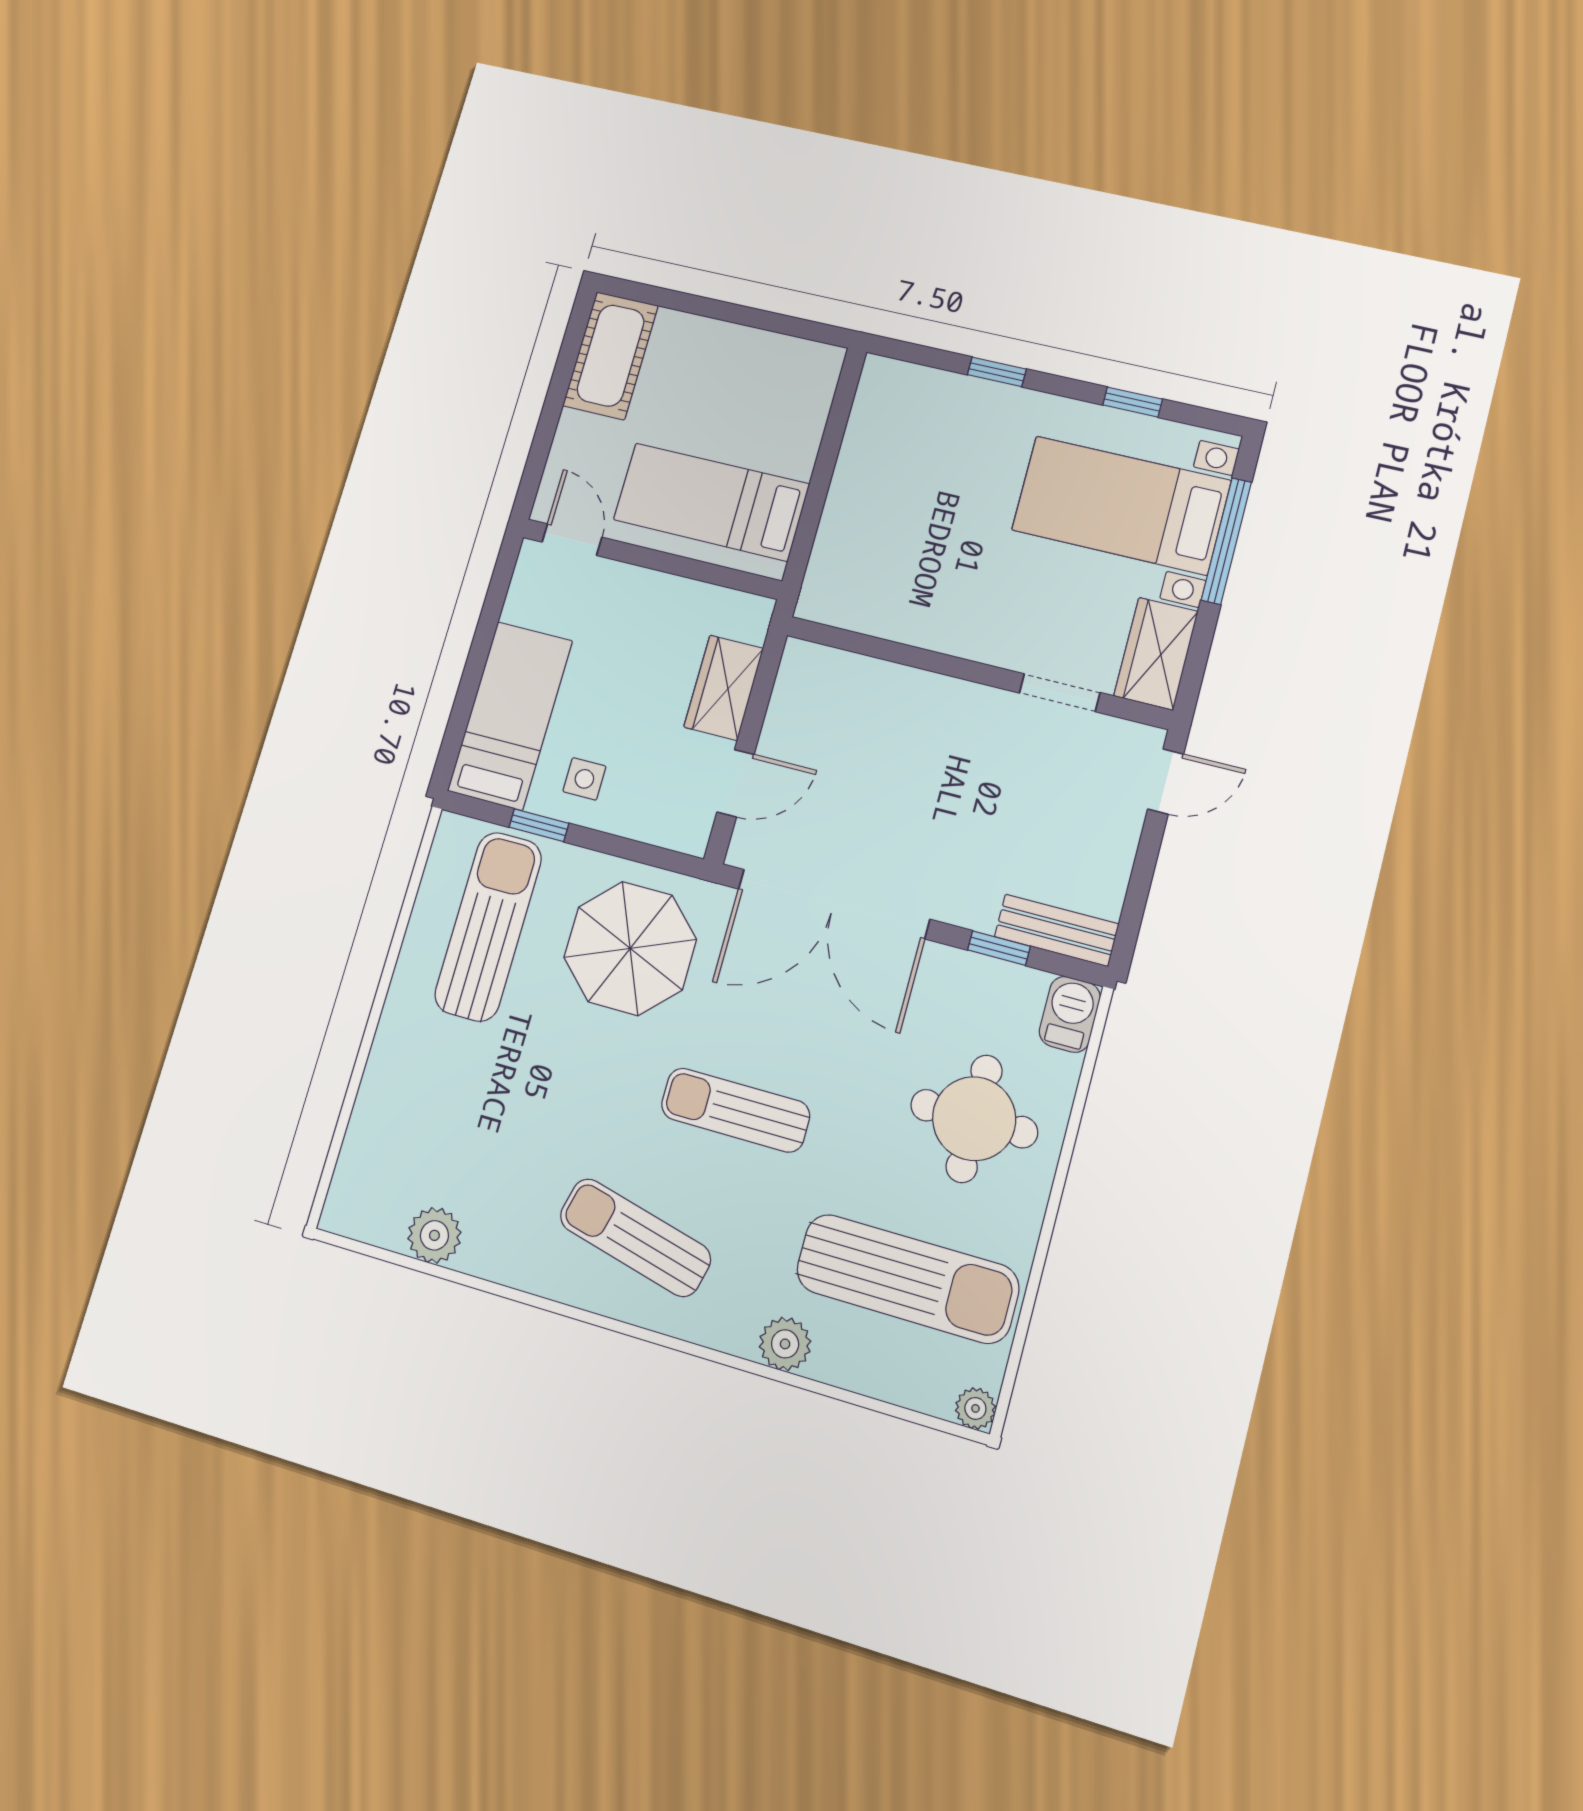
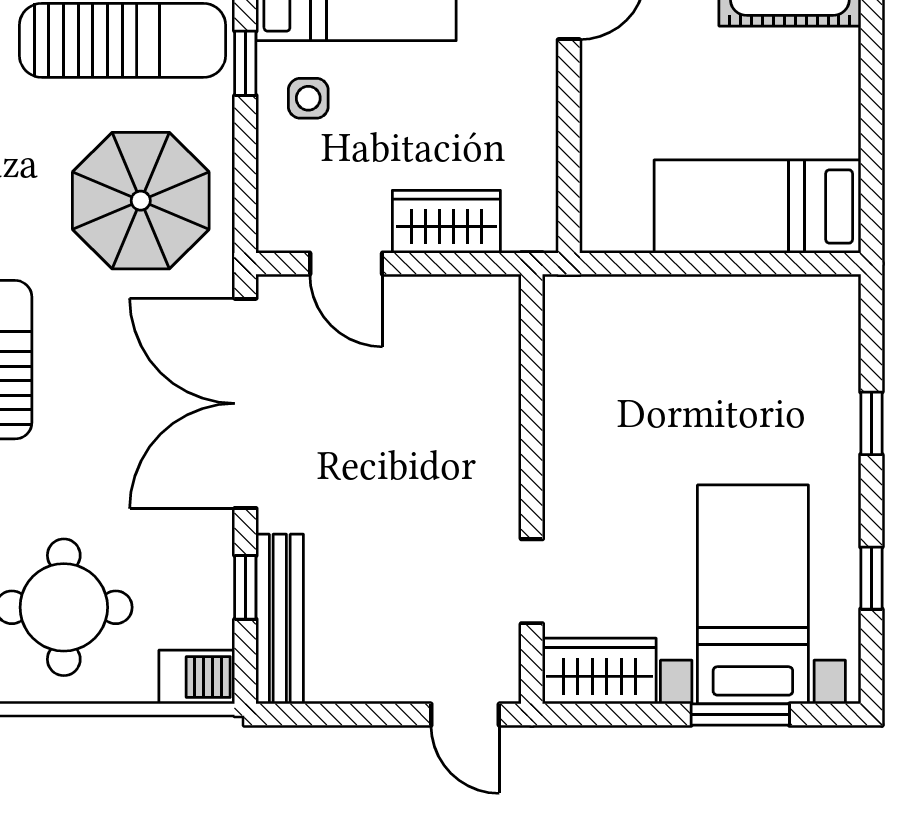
bed: (711, 502) -> (757, 206), moved, turned -90
window: (1226, 541) -> (740, 715), width x0.69
bench: (1057, 930) -> (280, 619), width x1.36

